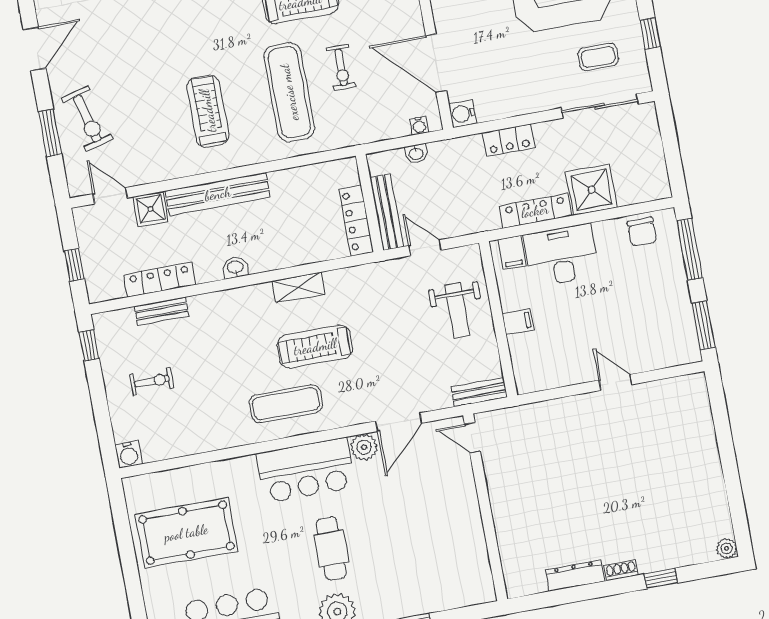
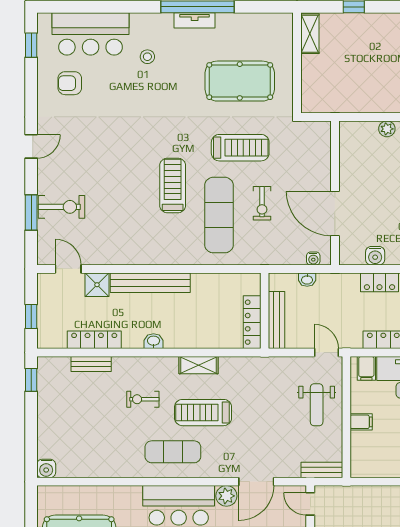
door: (35, 49) -> (31, 146), width x0.73
treadmill: (208, 111) -> (173, 185), moved
water cooler: (463, 114) -> (375, 256), moved, turned -90
exercise bike: (87, 119) -> (62, 207), turned -75
door: (425, 248) -> (326, 353), moved
exercise bike: (152, 381) -> (143, 399), moved, turned 180

